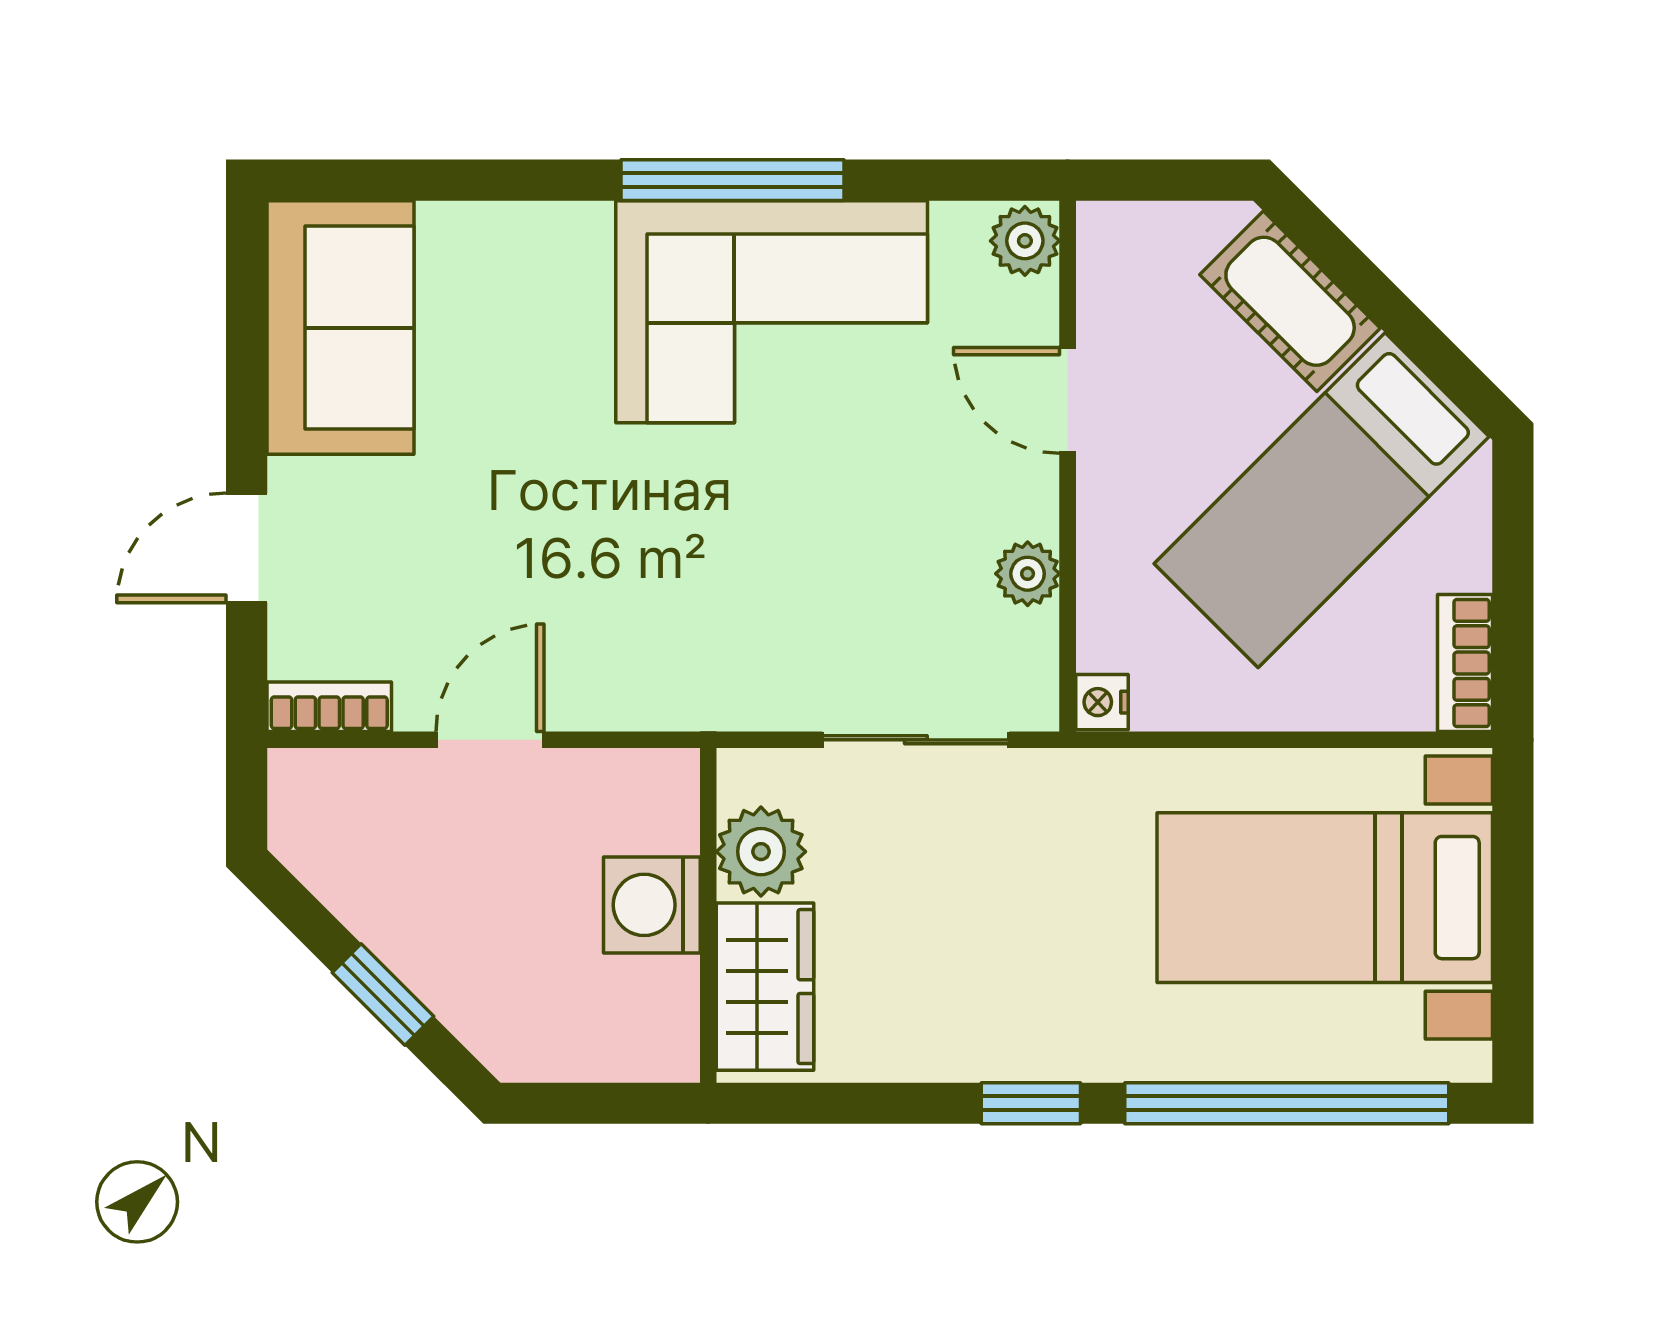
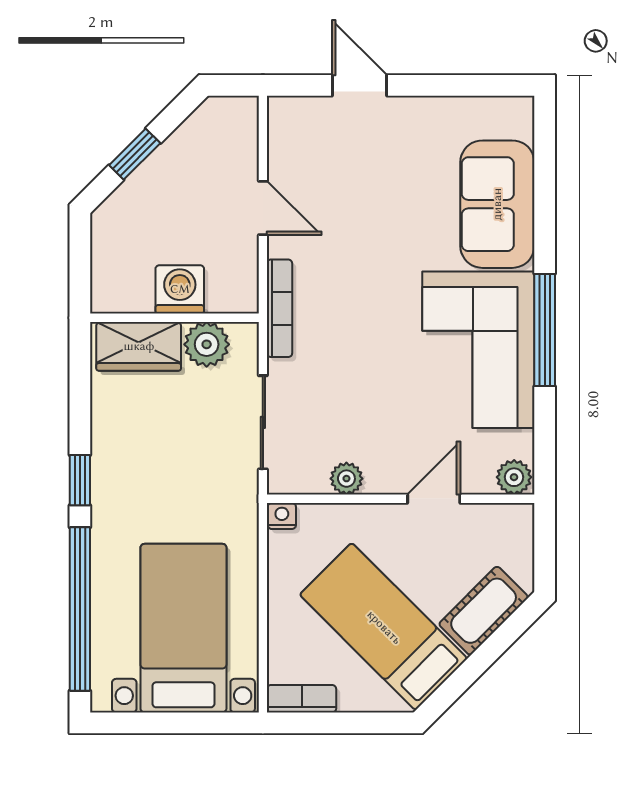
sofa: (340, 328) -> (497, 204), moved, turned 90
bookcase: (329, 707) -> (280, 308), moved, width x1.56

